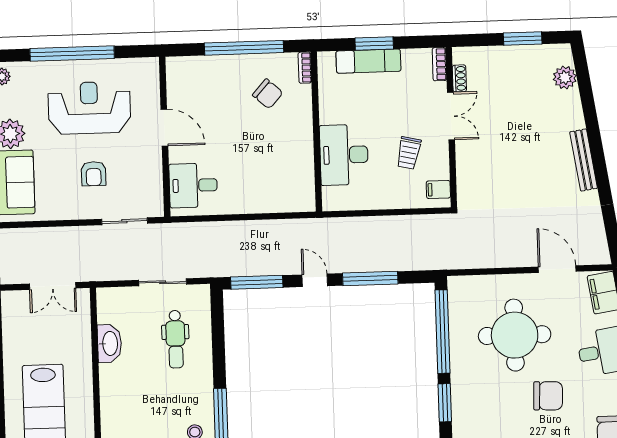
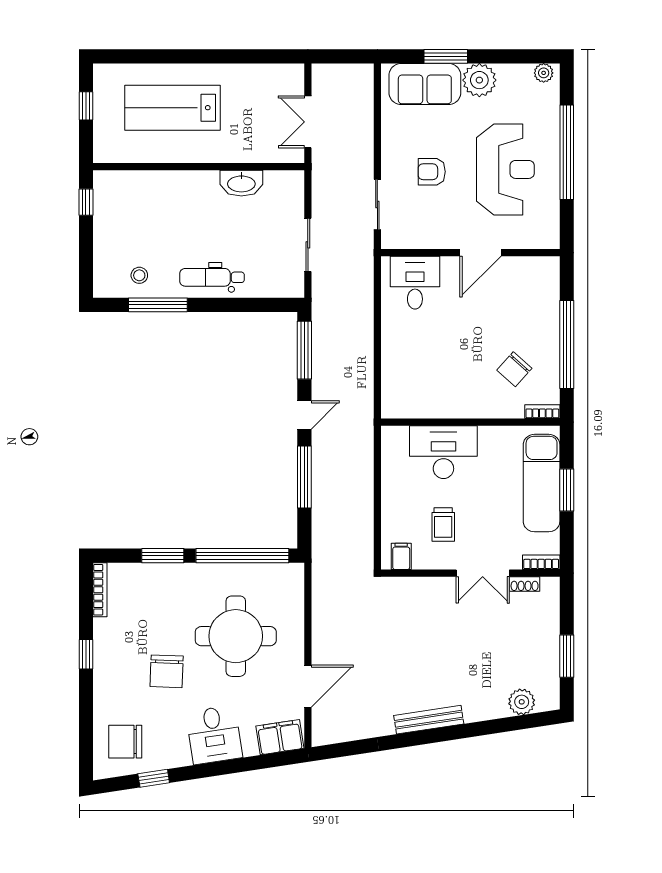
exam couch: (368, 61) -> (542, 483), width x1.36, depth x1.45
trolley: (409, 153) -> (443, 525), turned -103
dental chair: (176, 339) -> (212, 277), moved

